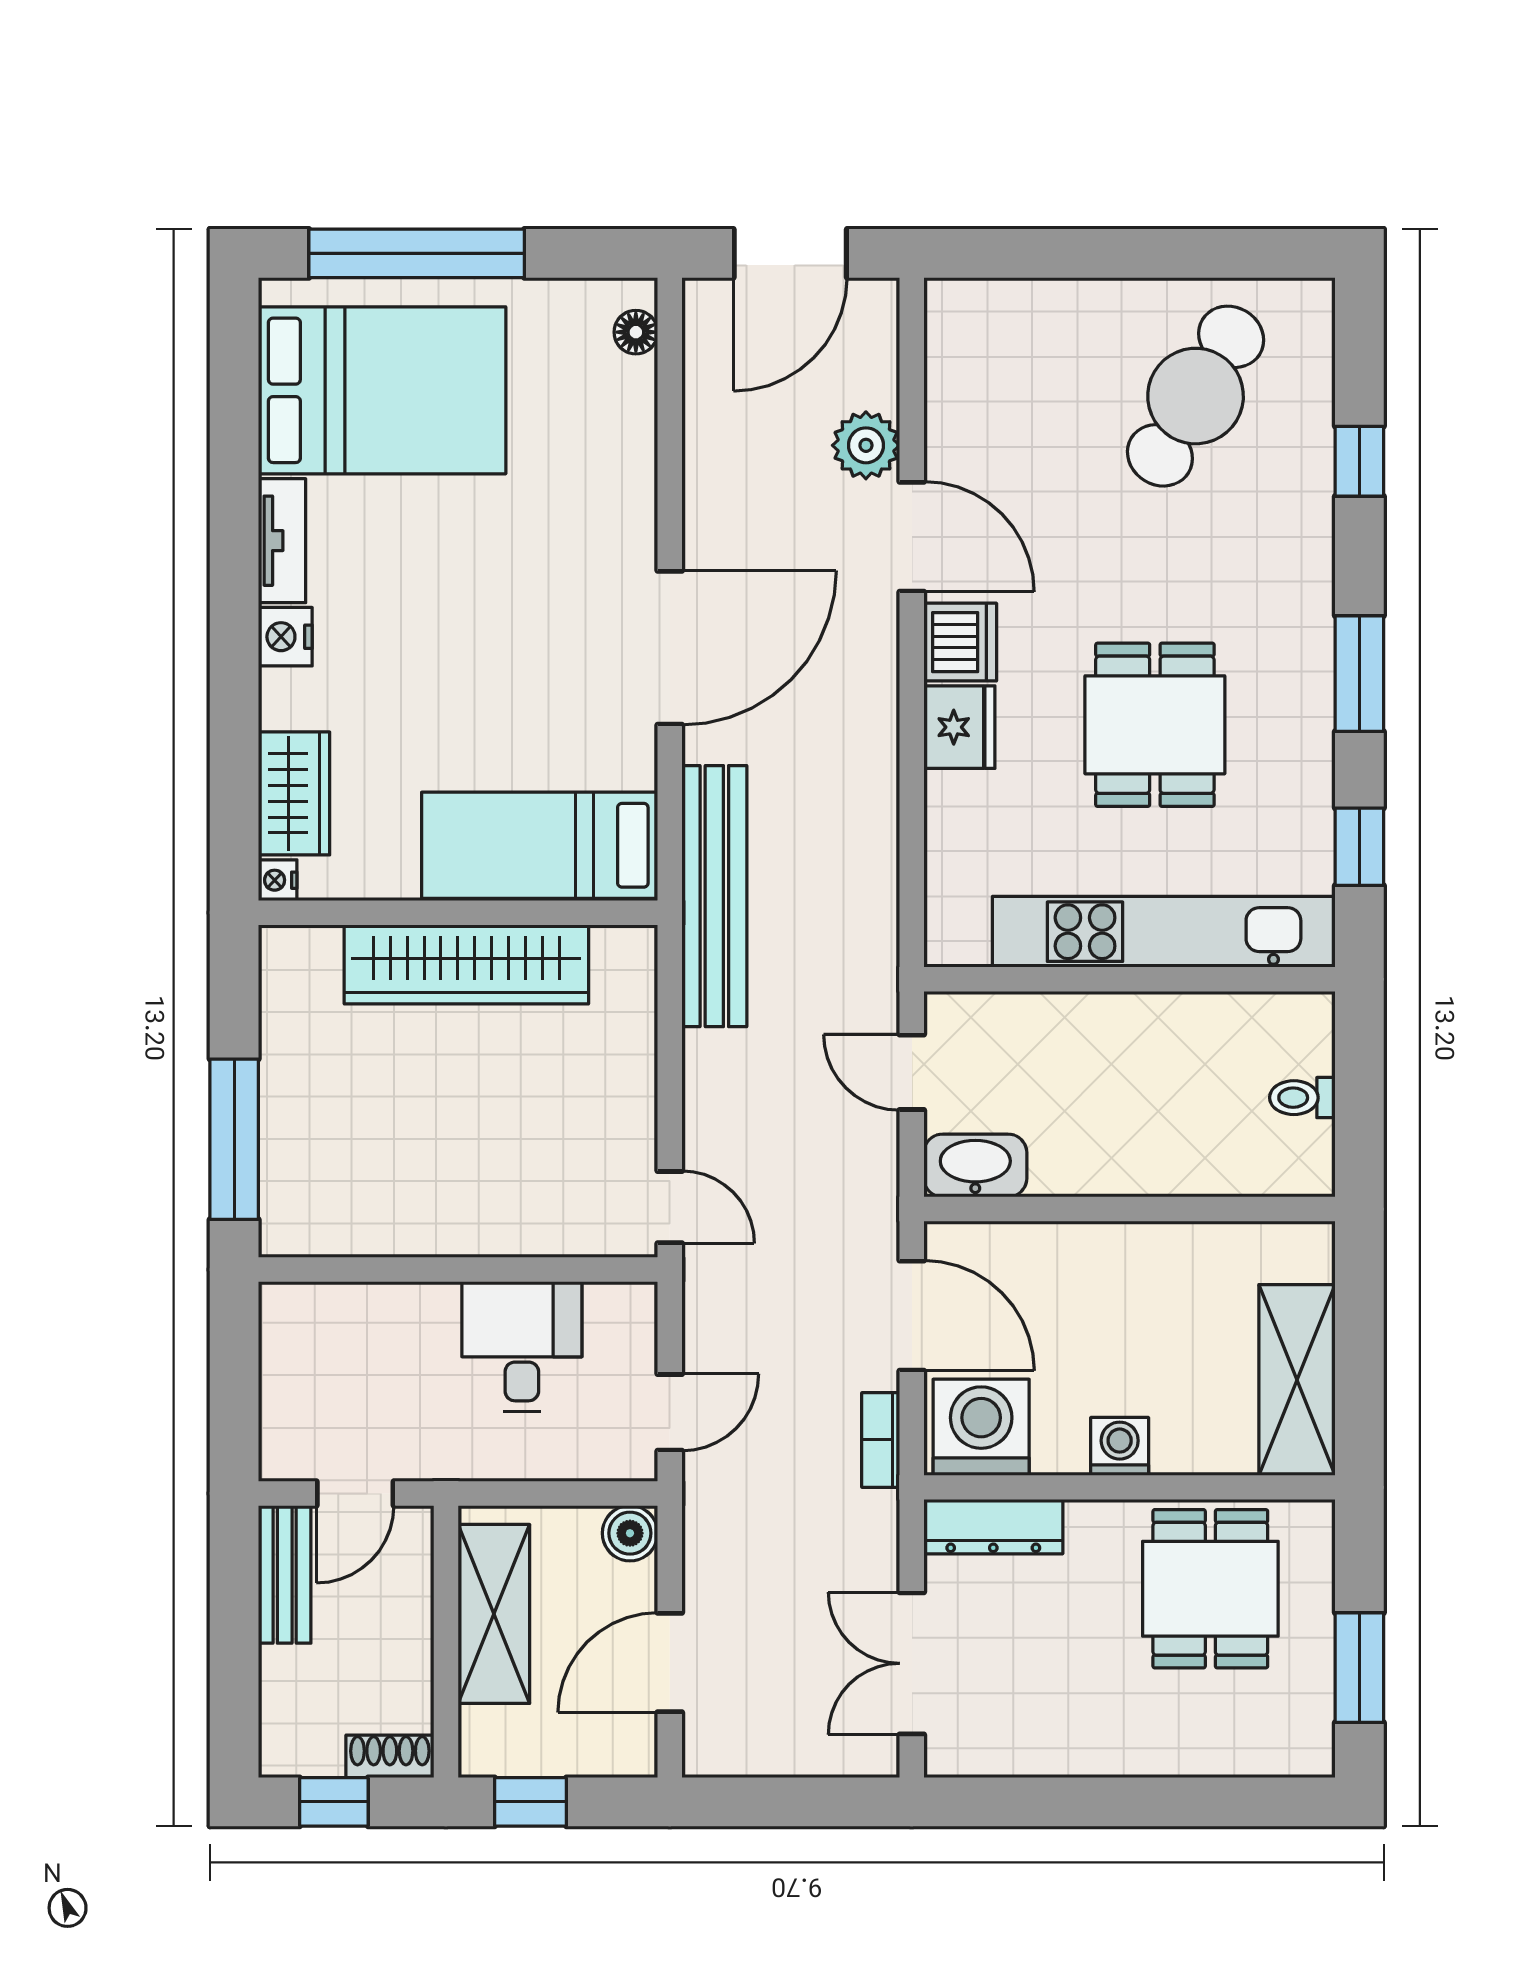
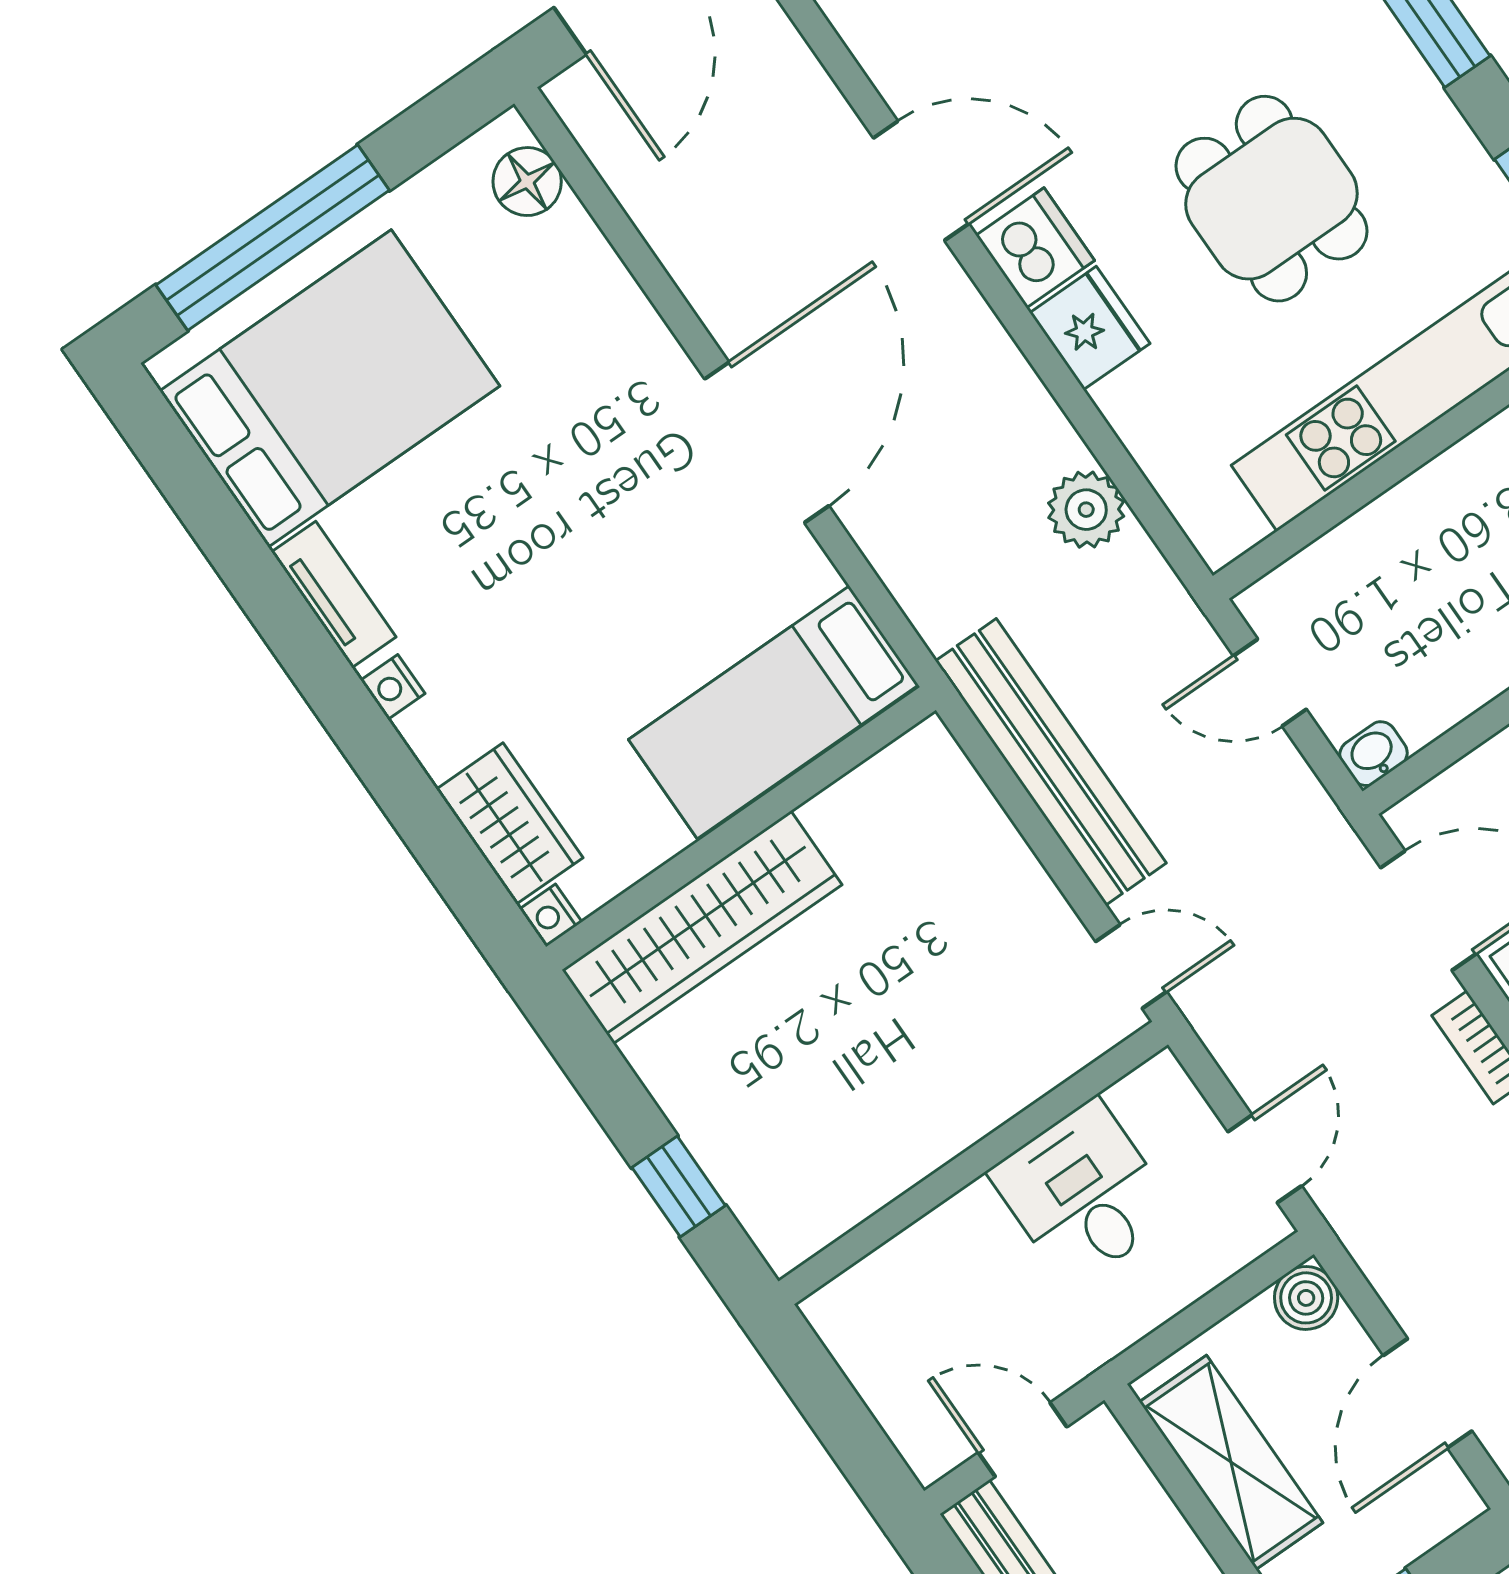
floor lamp: (636, 332) -> (527, 182), width x1.37, depth x1.37
plant: (866, 445) -> (1086, 510), moved
nightstand: (285, 637) -> (393, 687), width x0.72, depth x0.74
bench: (714, 896) -> (1051, 762), moved
wardrobe: (466, 964) -> (702, 927), moved
window: (234, 1139) -> (679, 1187), width x0.46
washbasin: (975, 1166) -> (1374, 754), width x0.52, depth x0.69
door: (355, 1493) -> (1023, 1440), swing flipped

